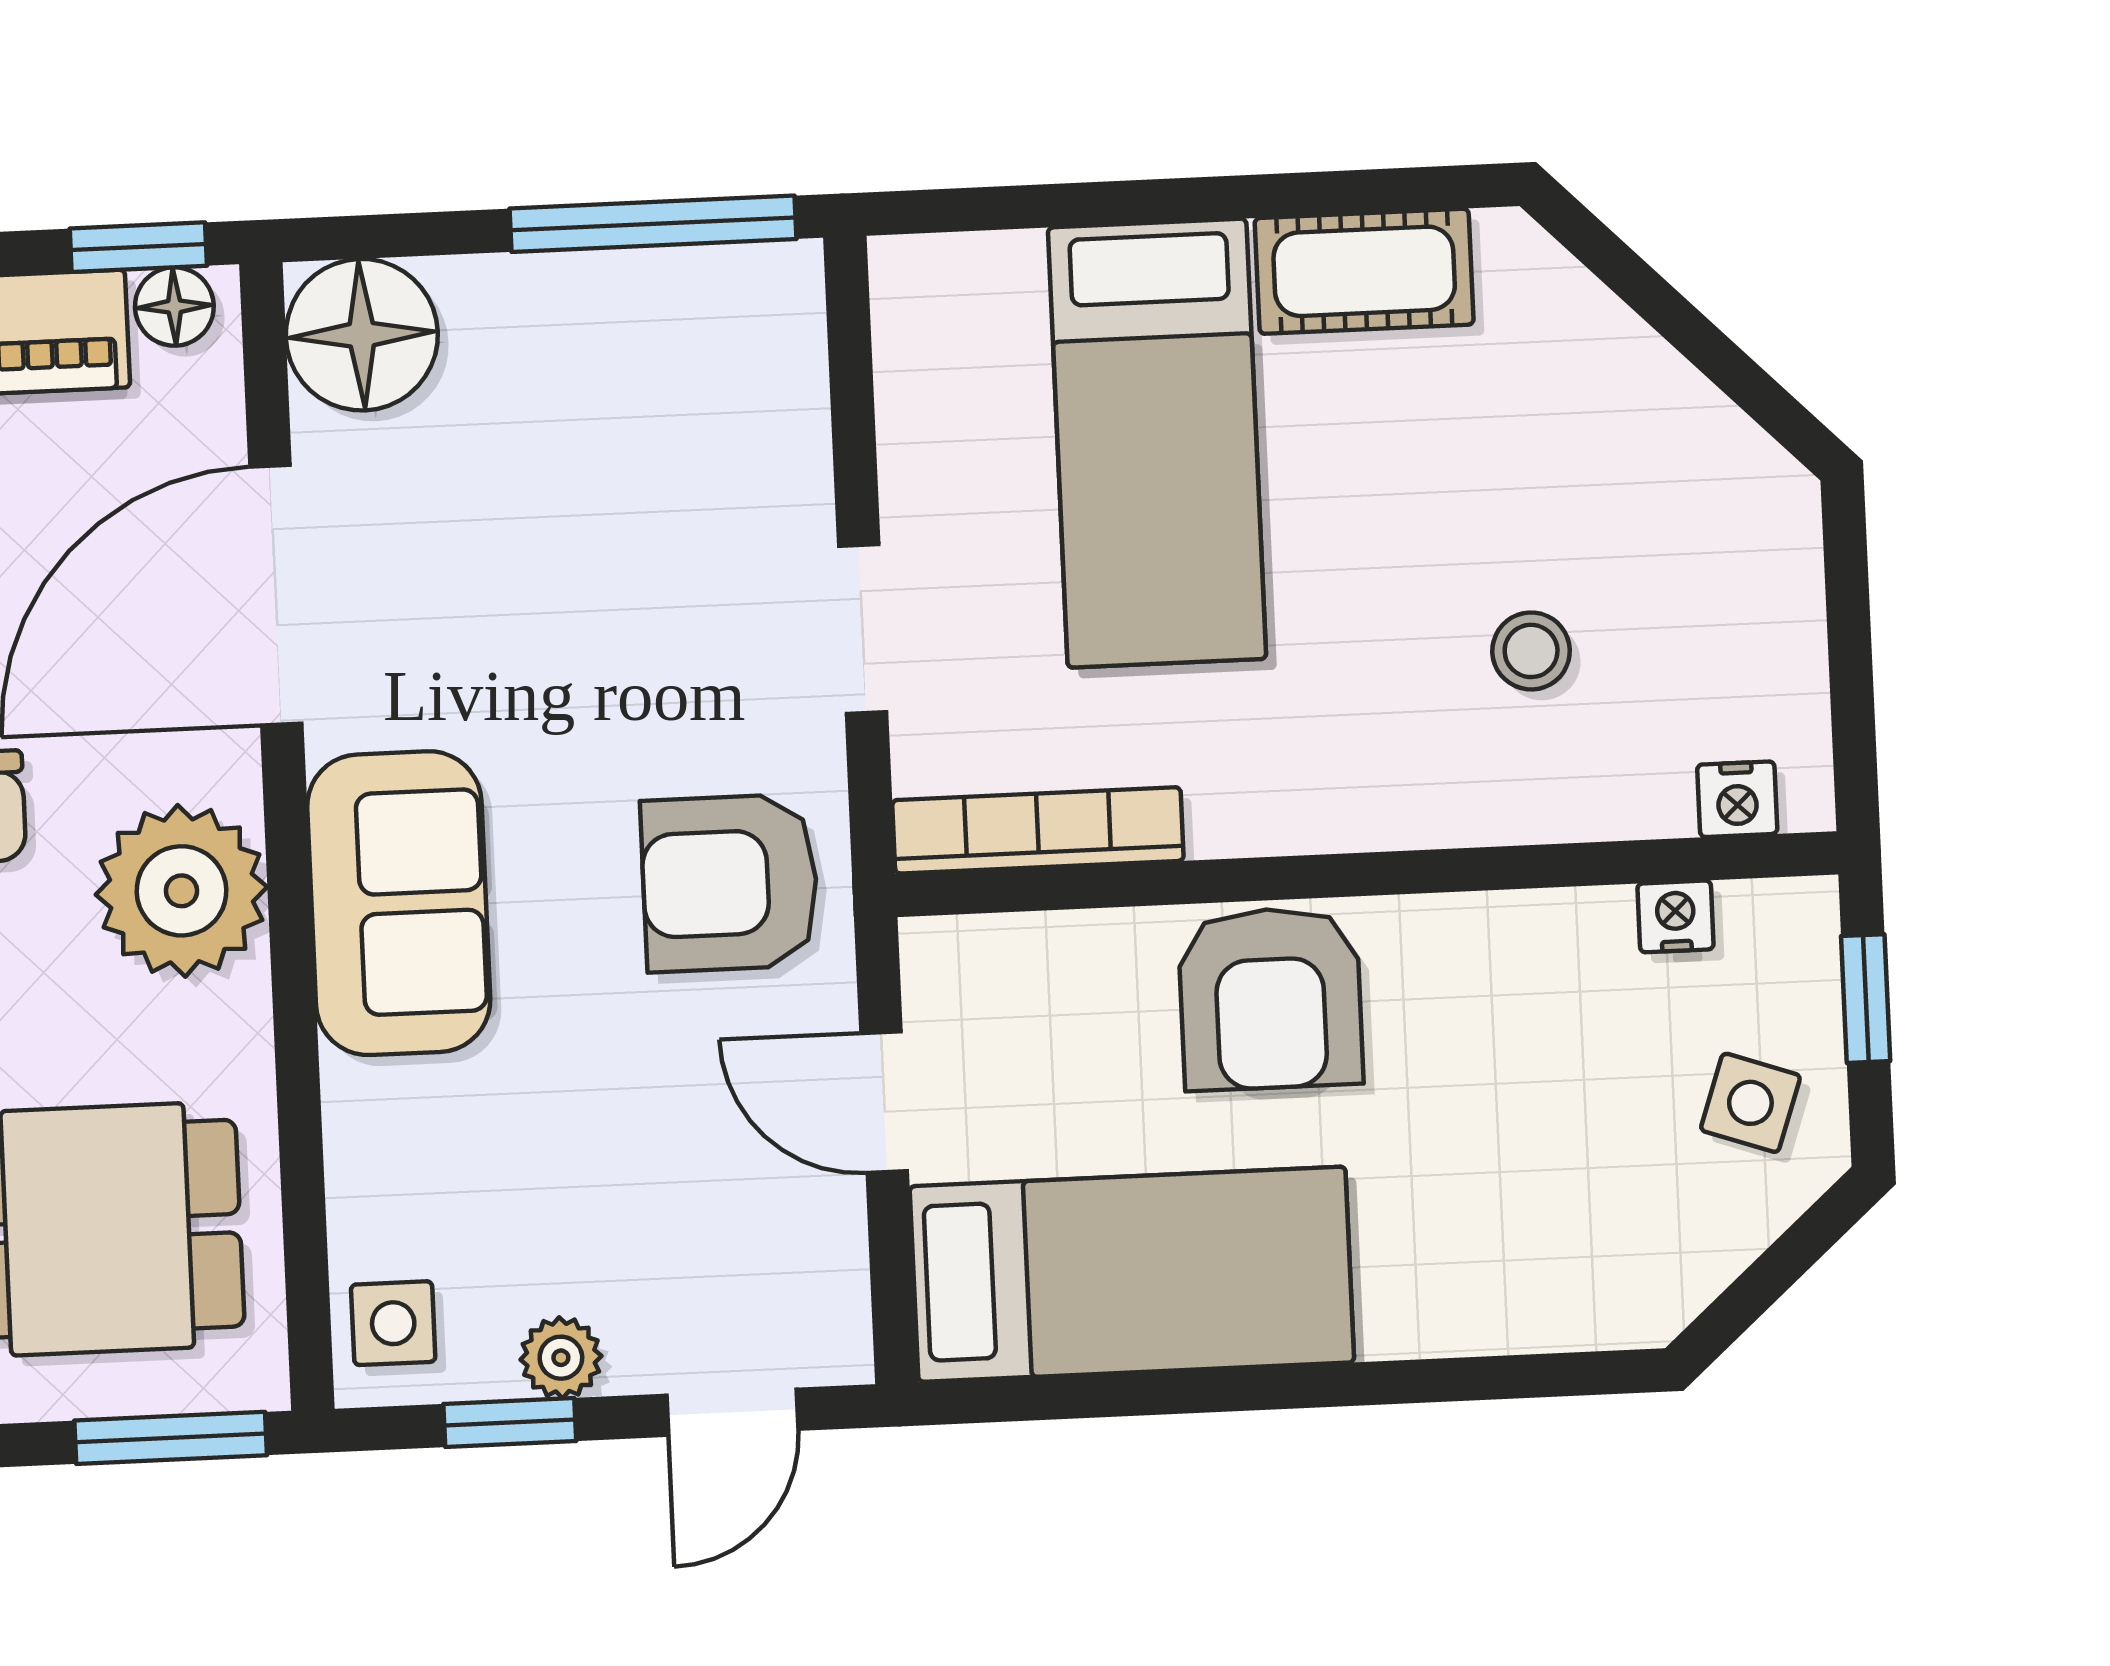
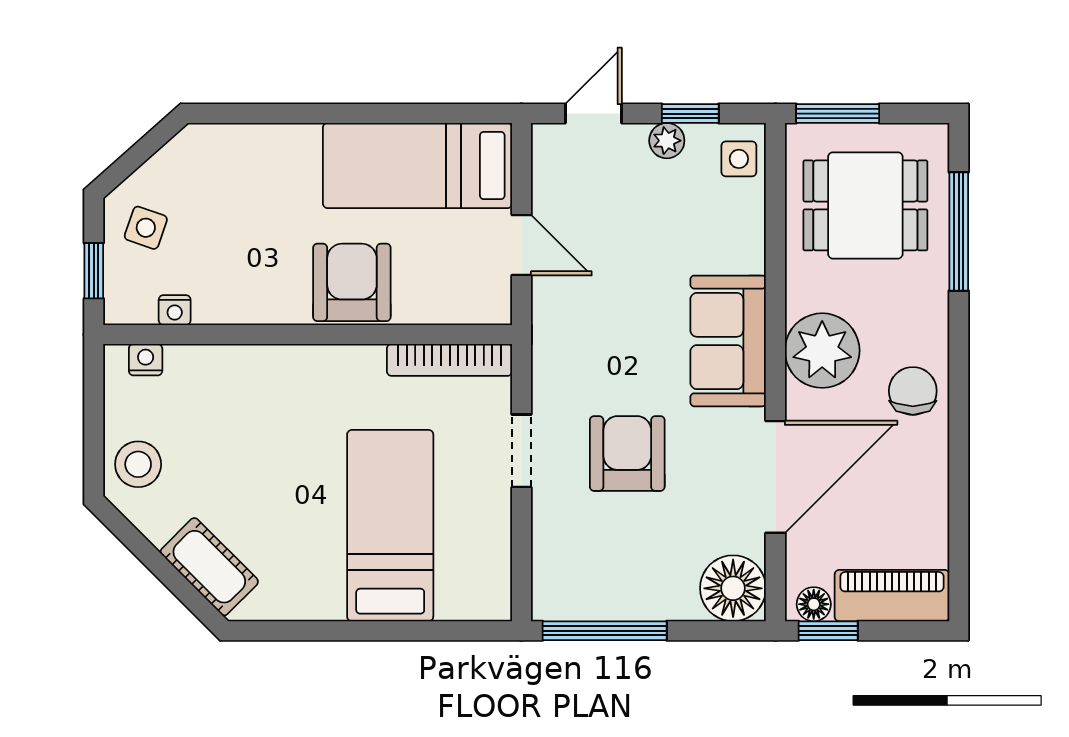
cot: (1364, 271) -> (209, 567), moved, turned 45
stool: (1531, 651) -> (138, 464), moved, width x1.37, depth x1.37
armchair: (730, 883) -> (627, 453), moved, turned -90

